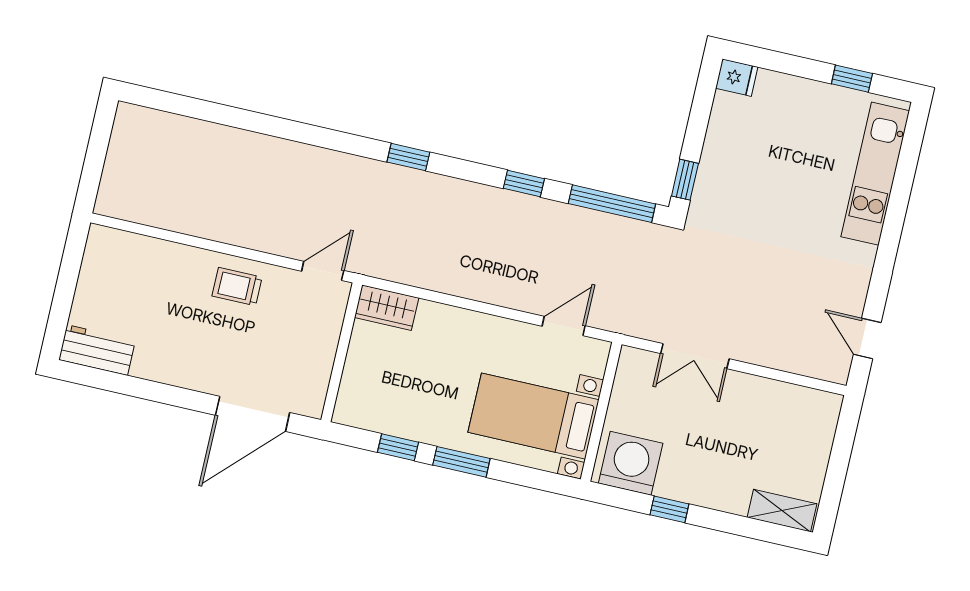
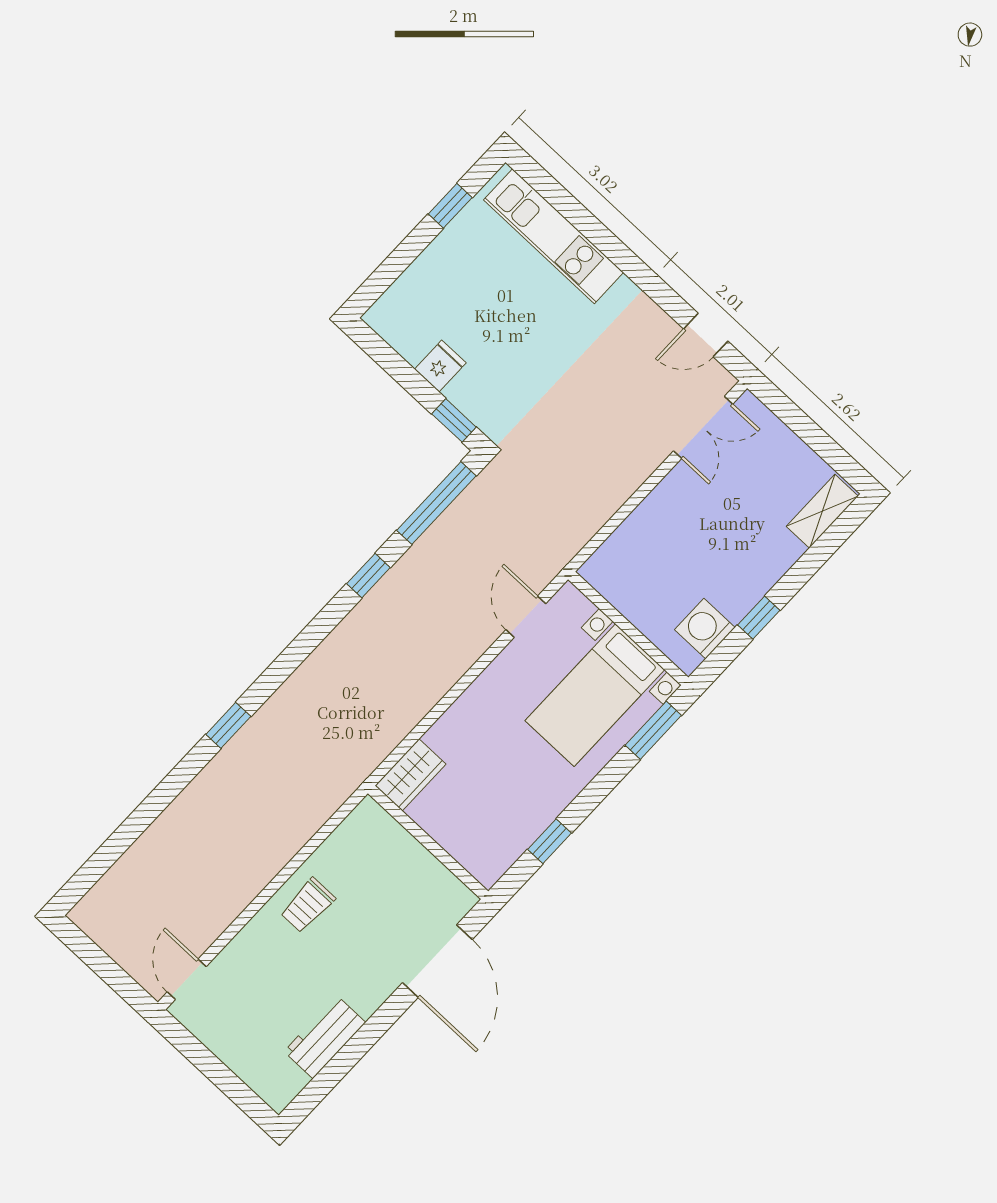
fridge: (737, 78) -> (440, 366), moved
window: (408, 157) -> (228, 725), moved
door: (323, 271) -> (187, 979), moved
workbench: (97, 350) -> (325, 1037), moved
double door: (695, 356) -> (703, 427), moved
window: (461, 462) -> (653, 730), moved
washing machine: (631, 463) -> (705, 629), width x0.73, depth x0.73

